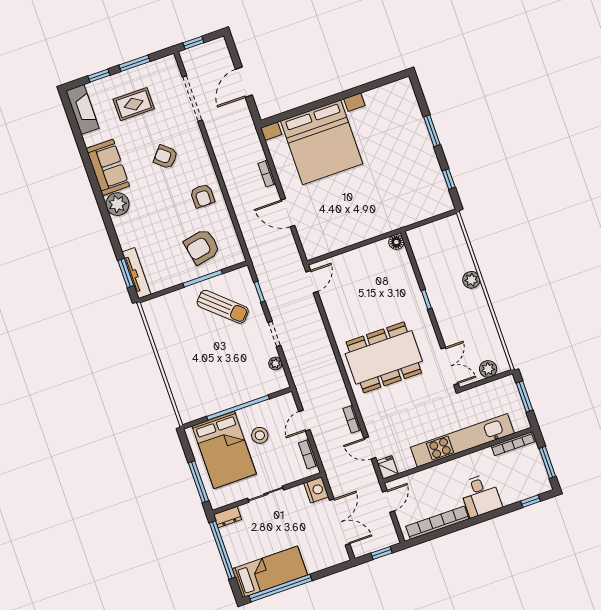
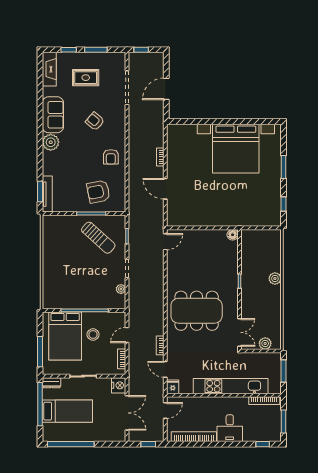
bed with nightstands: (322, 142) -> (236, 149), moved
bed: (270, 572) -> (67, 411), moved

